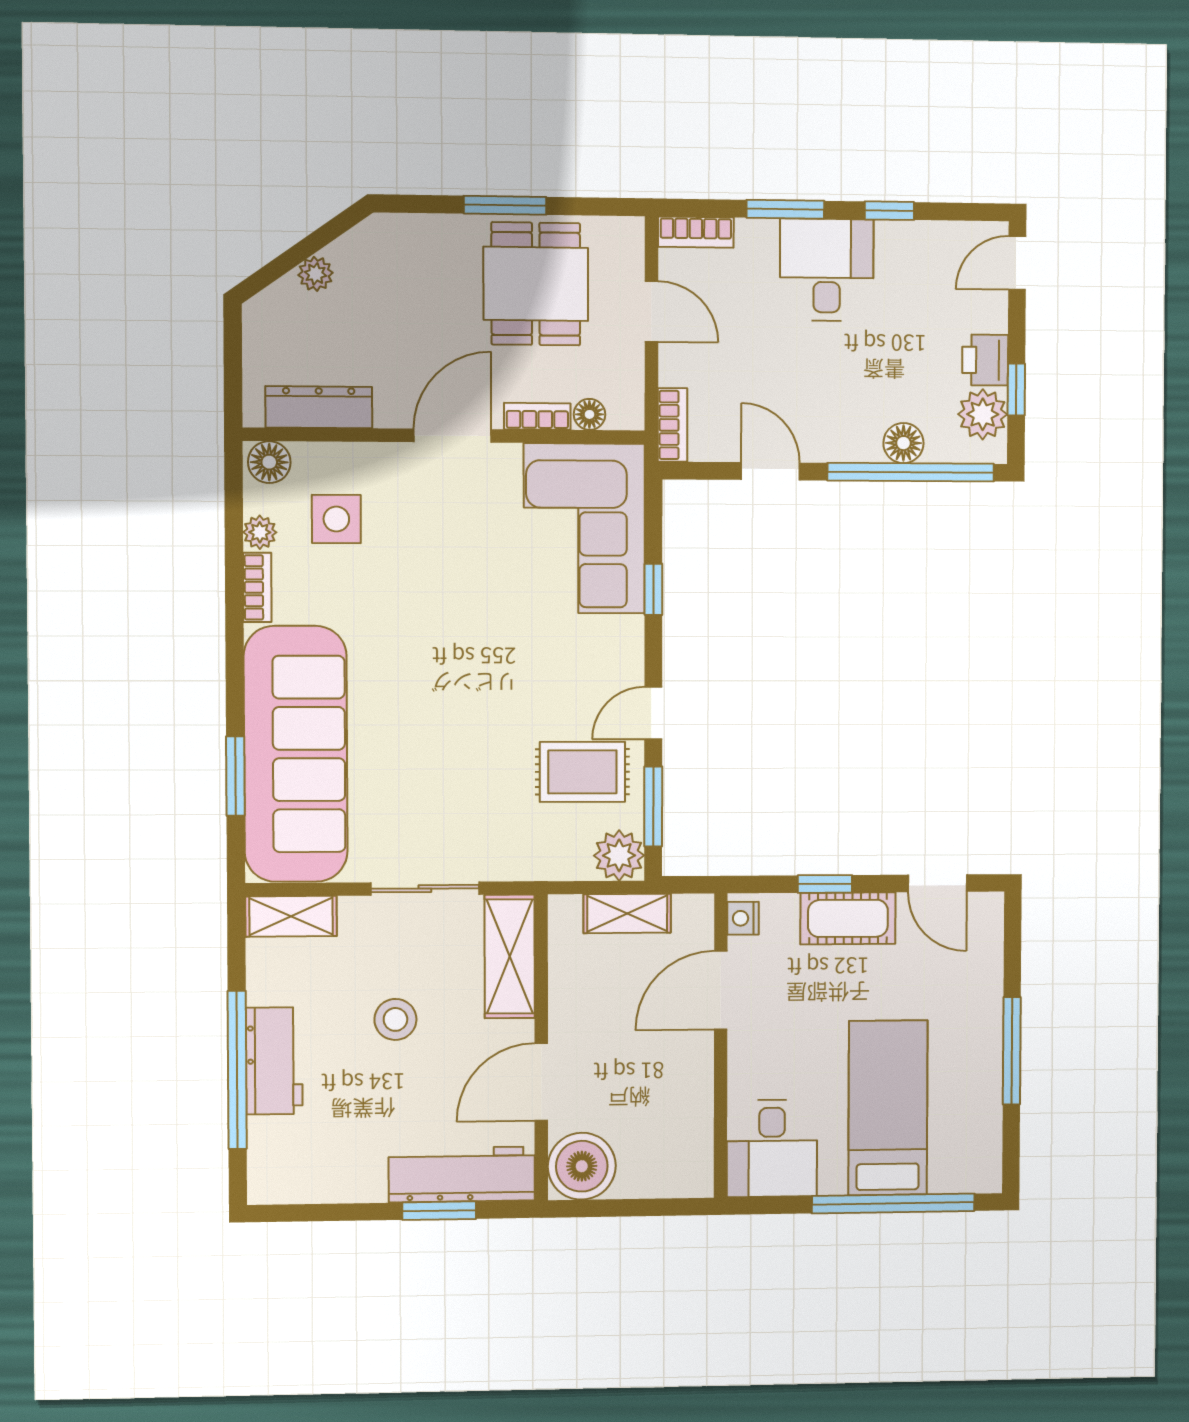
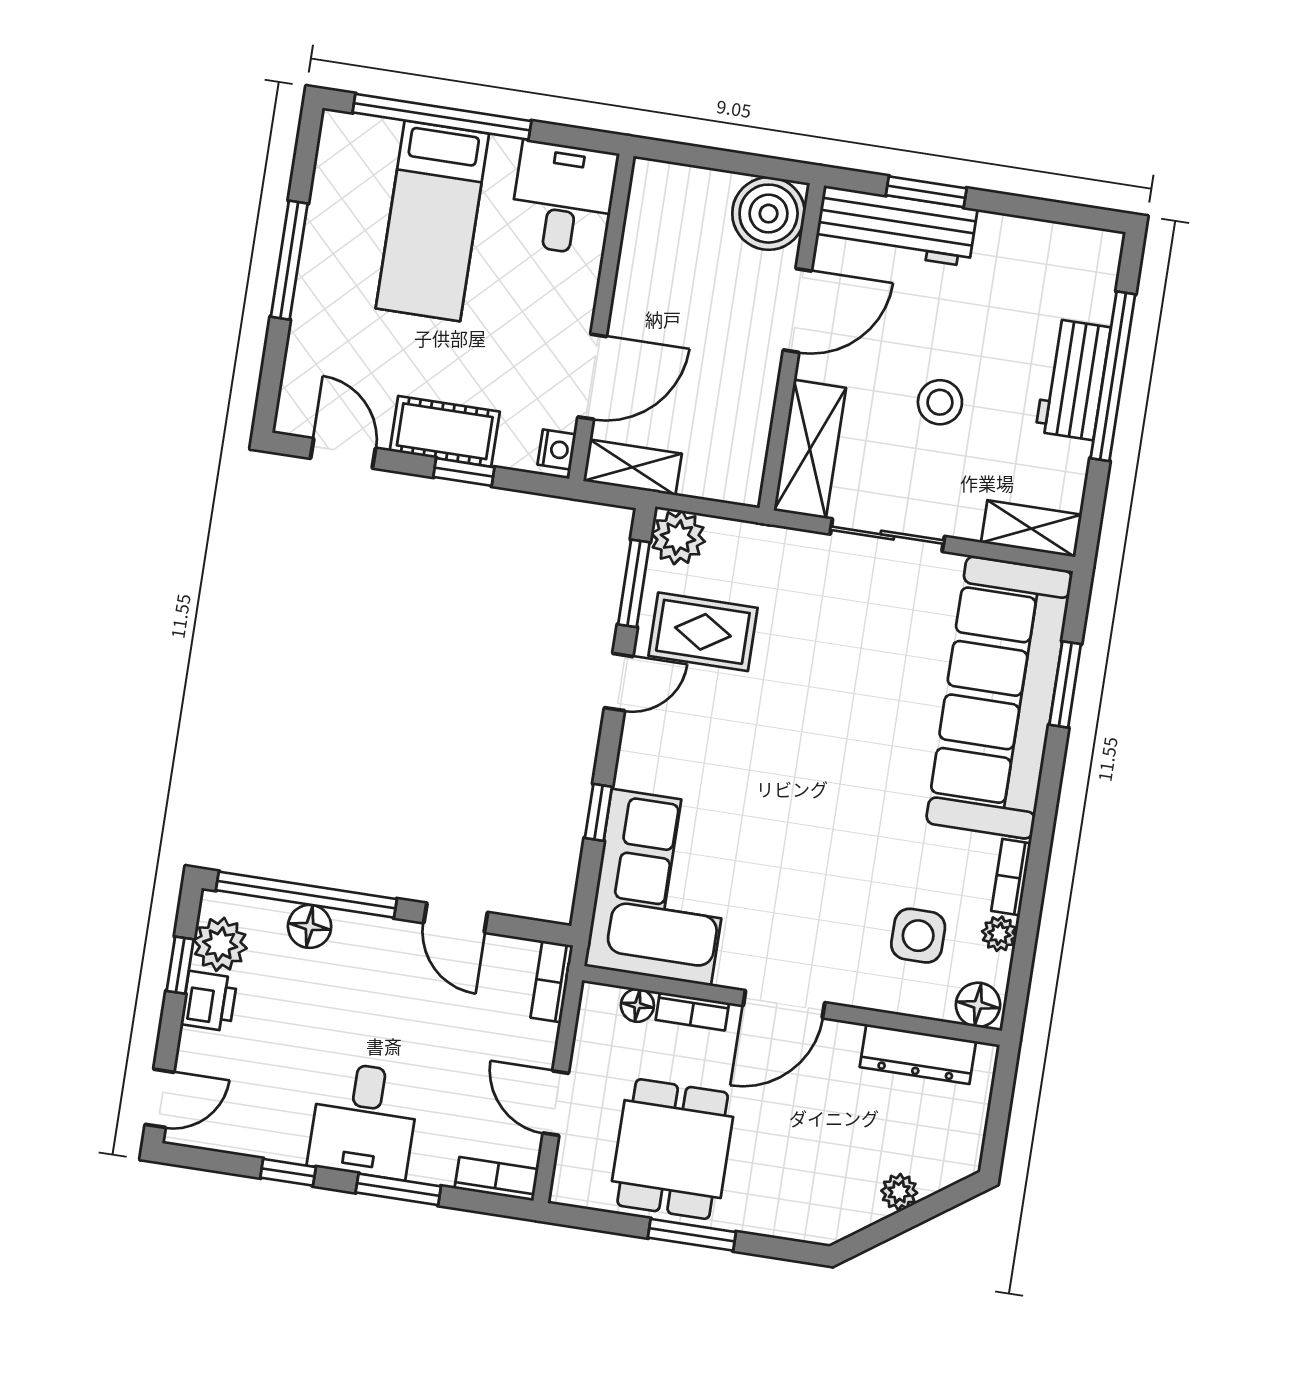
shelving: (627, 913) -> (633, 467), moved

